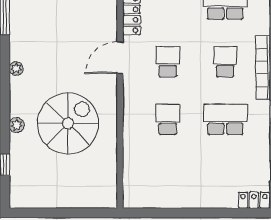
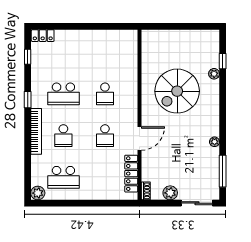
plant: (16, 69) -> (215, 142), moved
plant: (17, 125) -> (214, 74), moved

